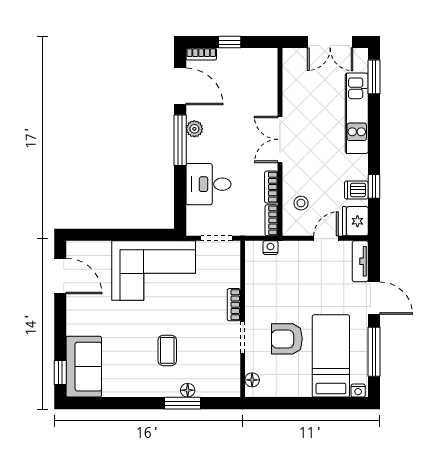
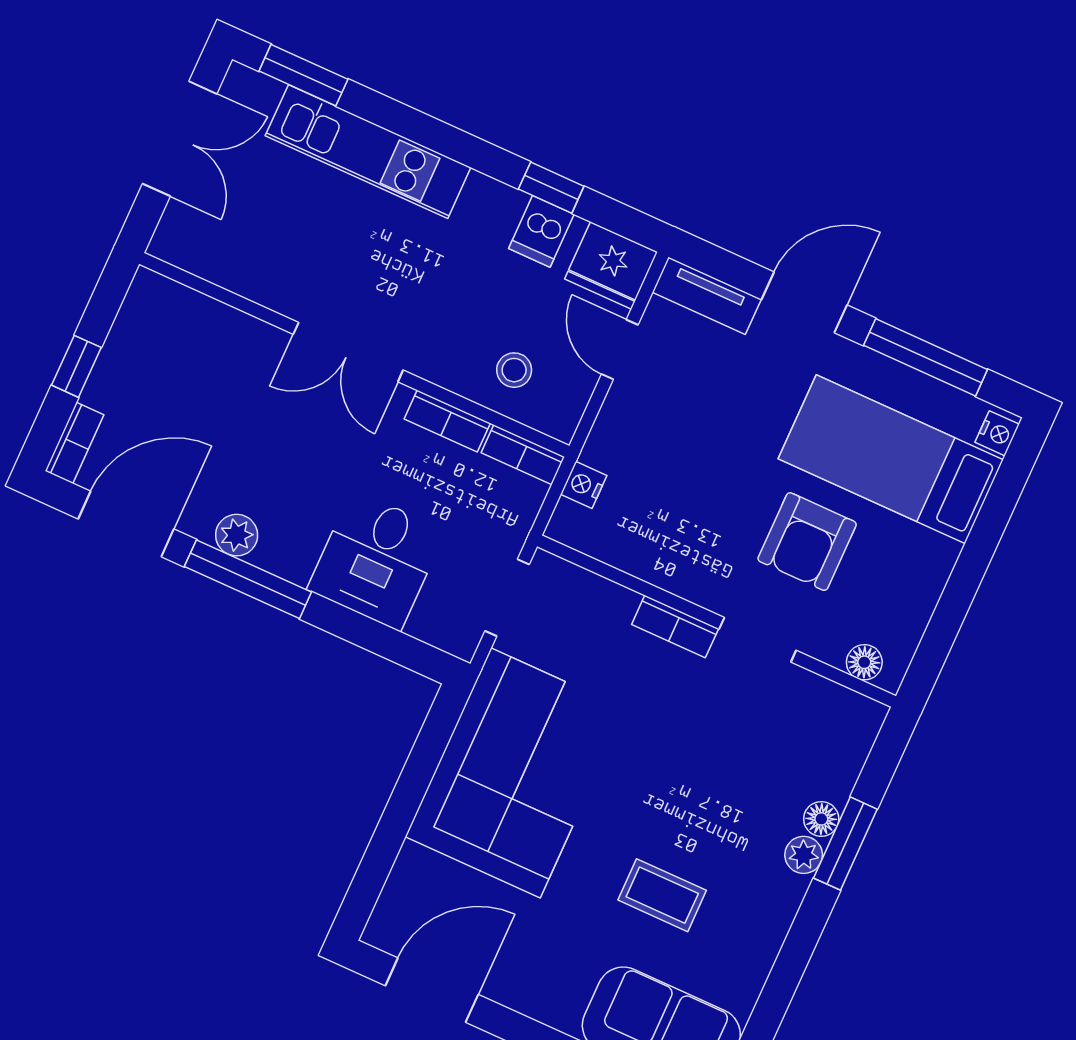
coffee table: (167, 350) -> (662, 895), moved
plant: (171, 390) -> (804, 855), added

